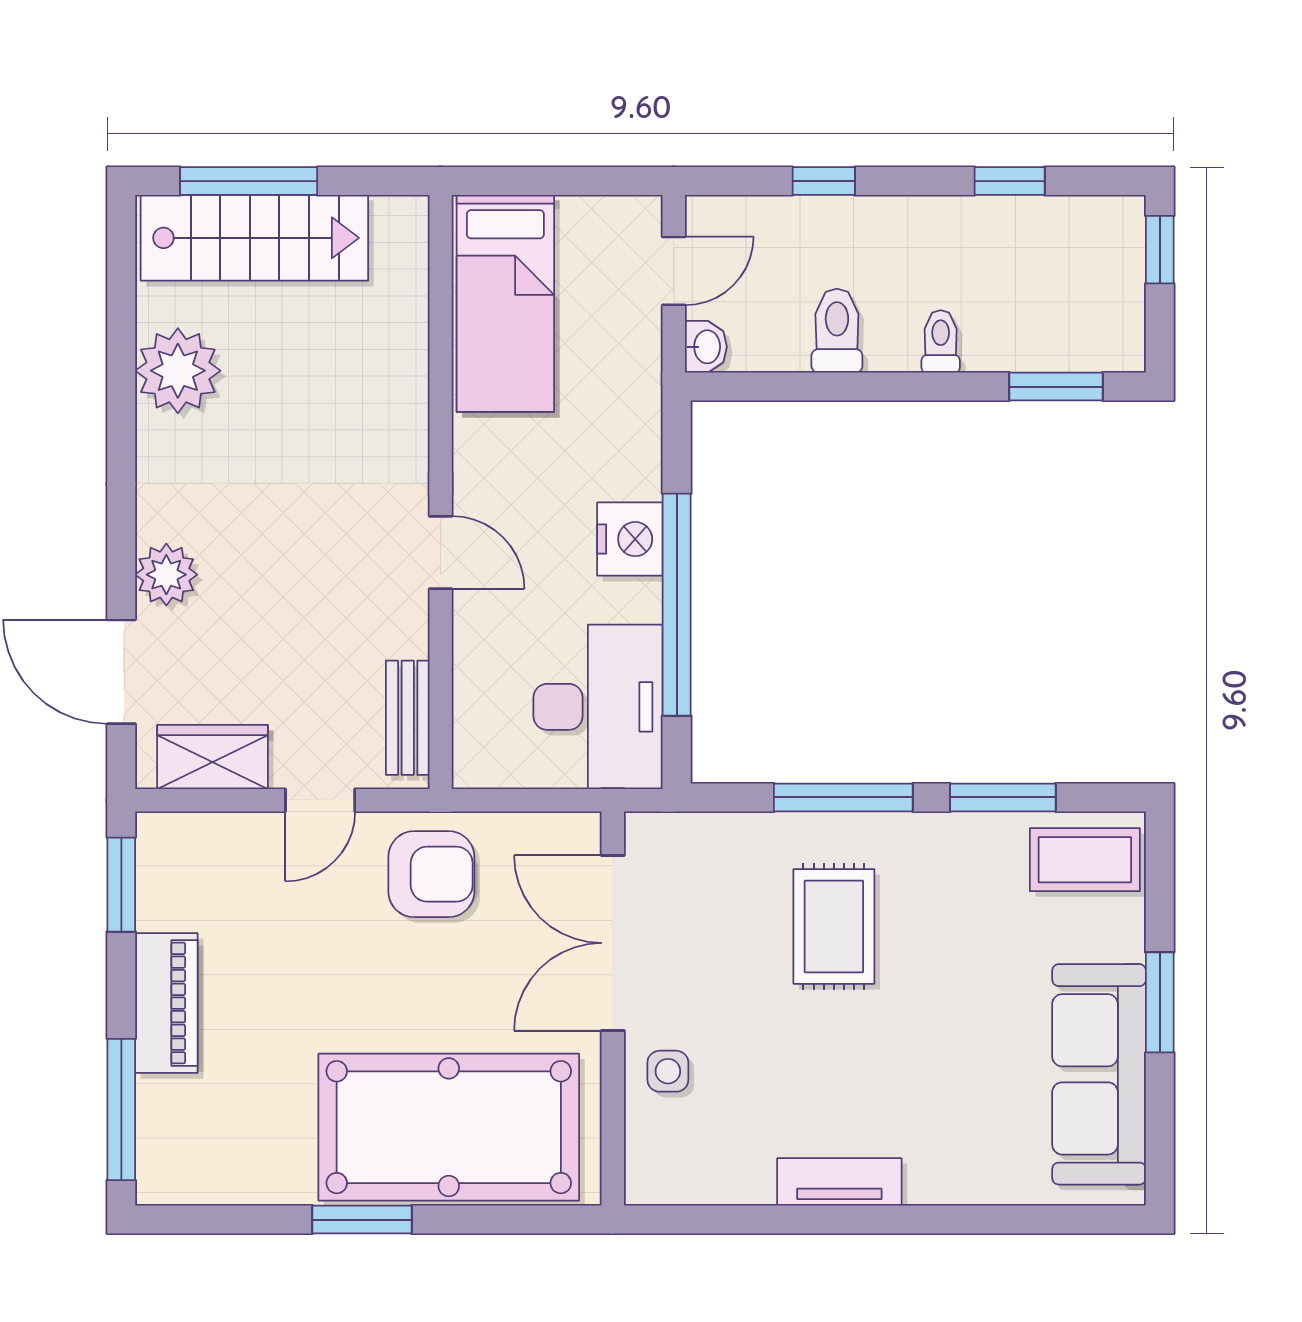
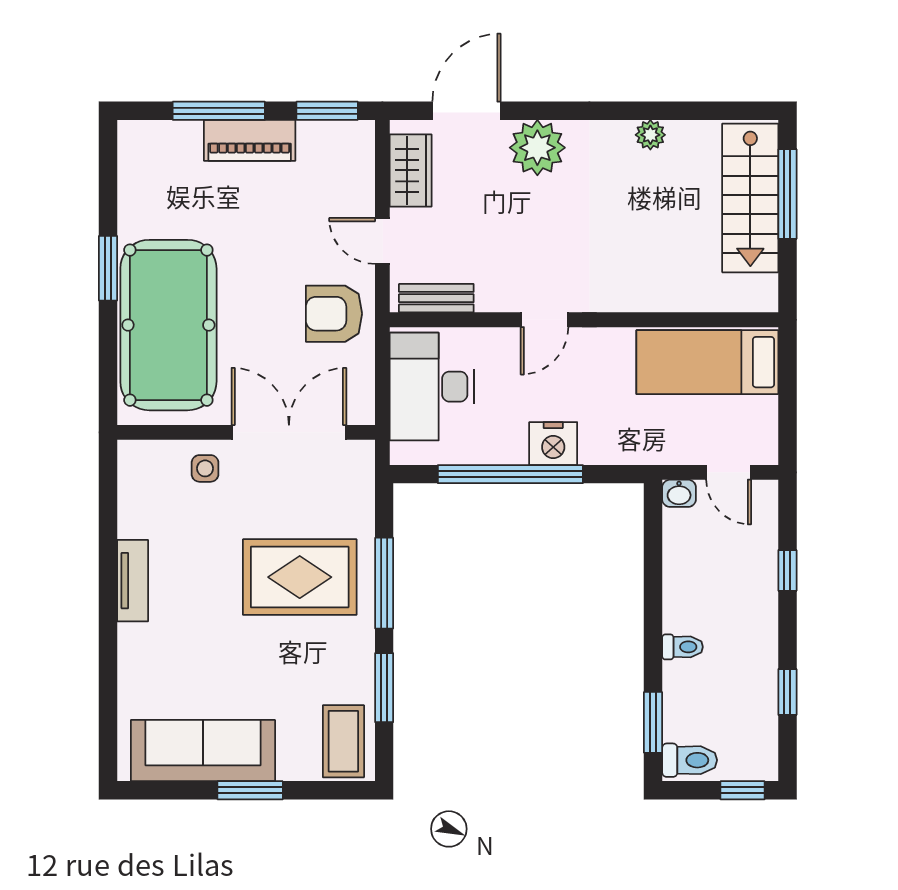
toilet: (837, 331) -> (690, 760), moved
plant: (178, 371) -> (650, 135), width x0.53, depth x0.53
plant: (166, 575) -> (537, 148), width x1.36, depth x1.36
desk: (598, 707) -> (432, 387), moved, turned 90
armchair: (431, 874) -> (334, 314), turned 90
rug: (834, 926) -> (300, 577), width x1.36, depth x1.43
window: (121, 1110) -> (219, 111), moved

